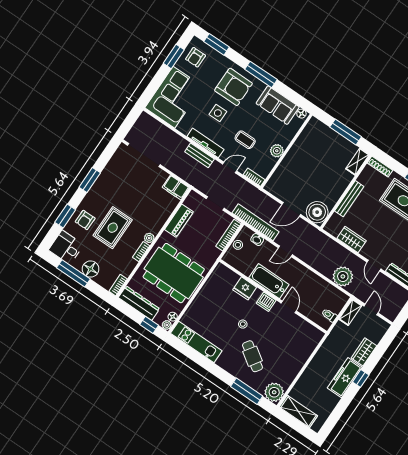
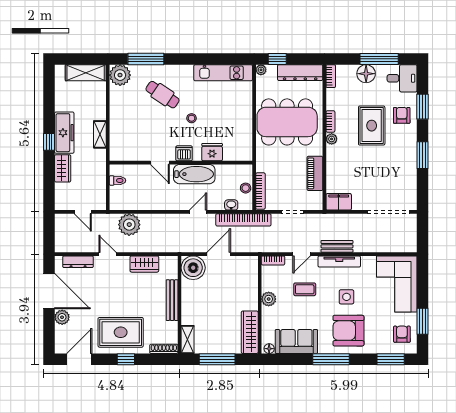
wardrobe: (308, 136) -> (250, 332), added
shelving: (350, 312) -> (100, 134), moved
floor lamp: (173, 317) -> (261, 81), removed

